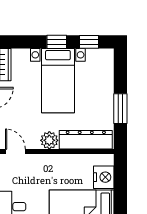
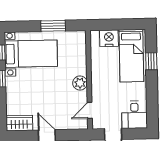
bed with nightstands: (58, 81) -> (31, 54), moved
dresser: (86, 140) -> (79, 53), removed

